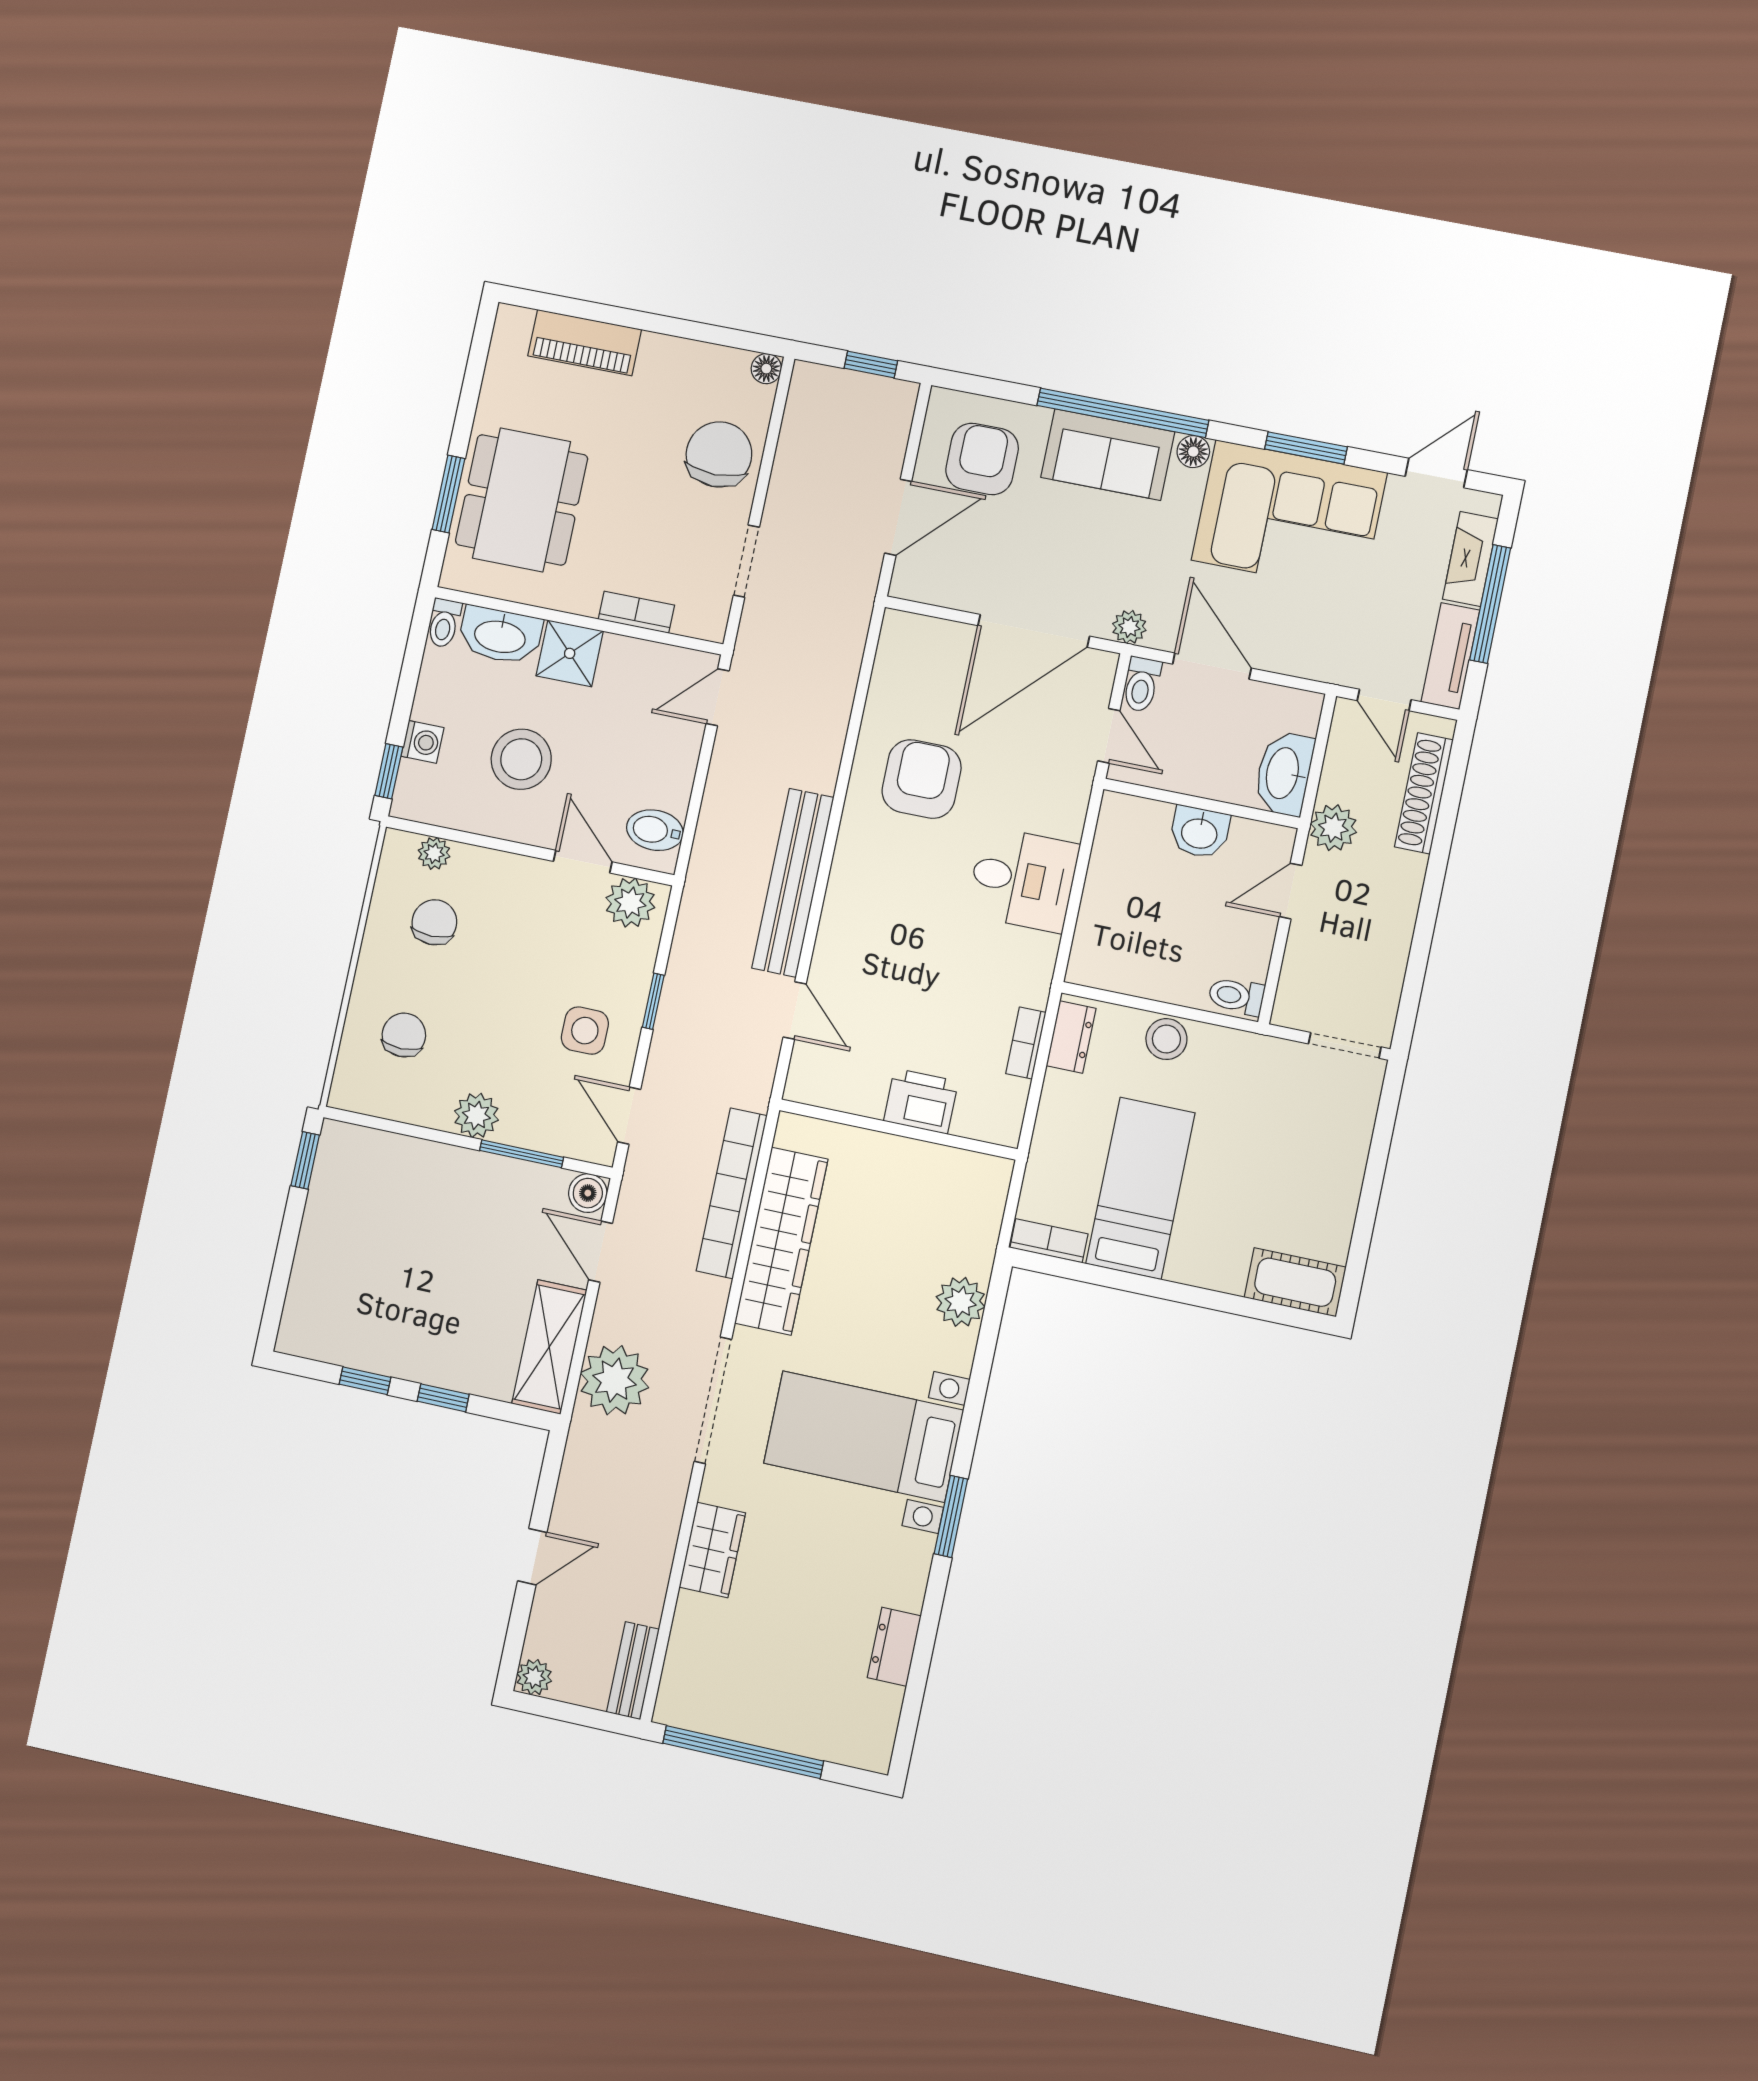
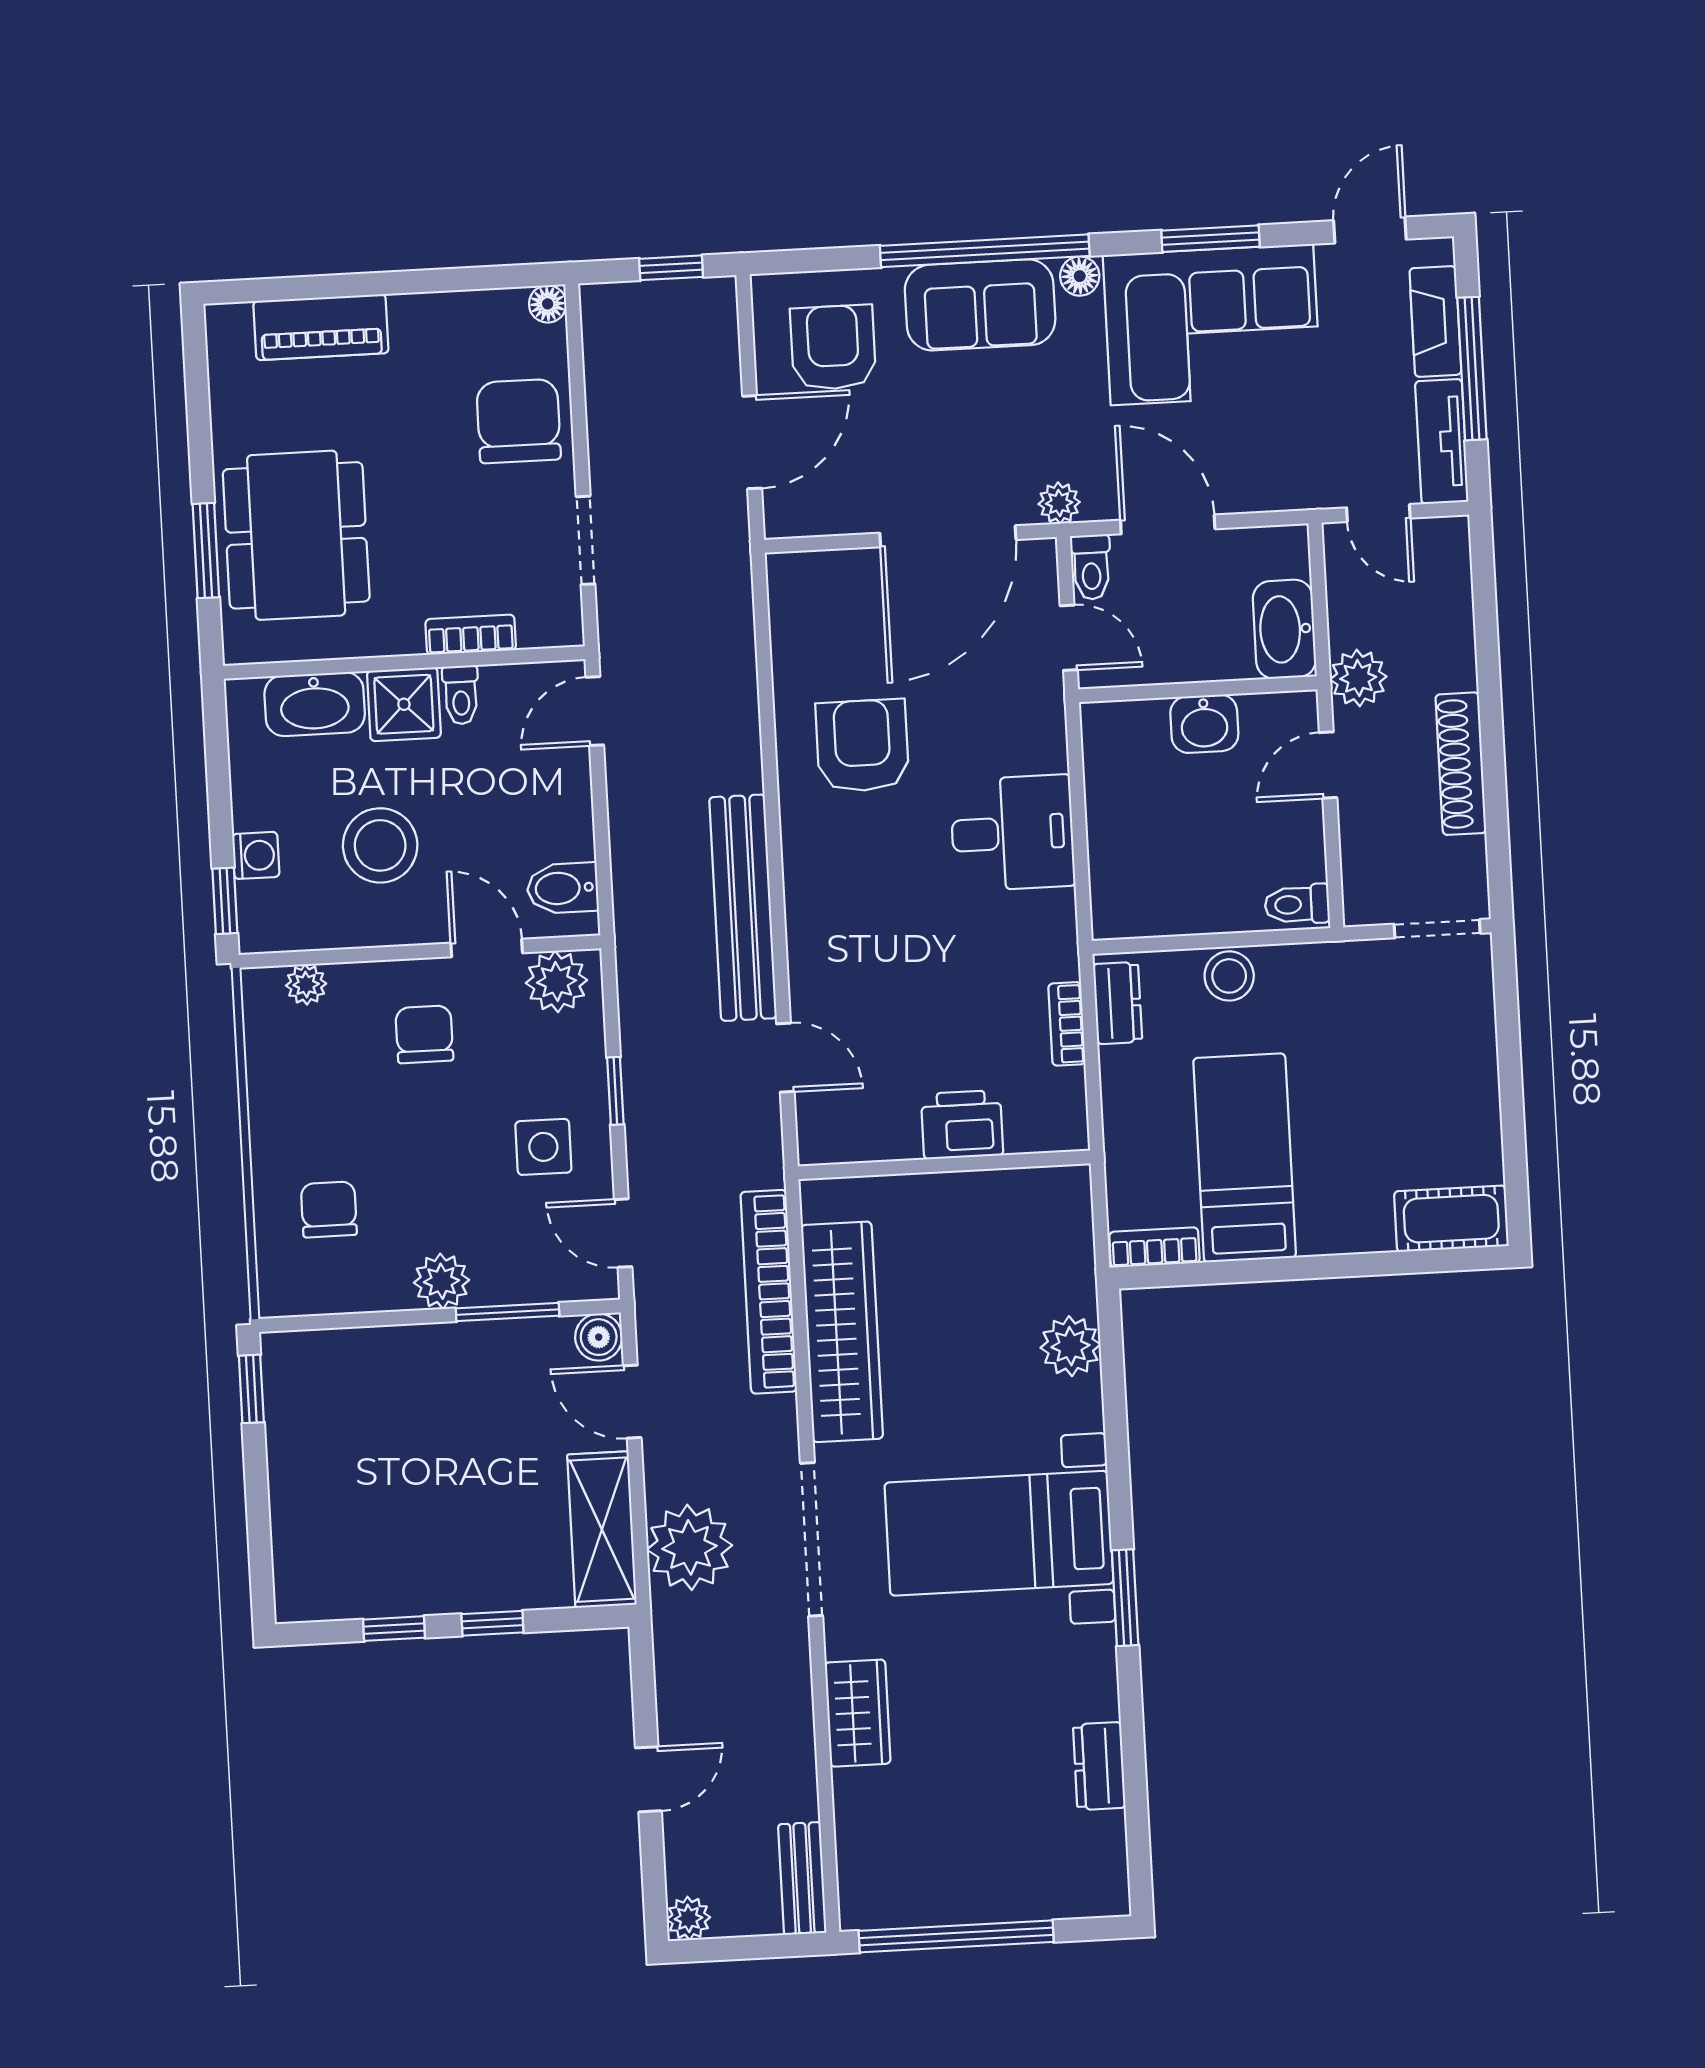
toilet: (444, 623) -> (461, 695), moved
shoe rack: (1424, 793) -> (1461, 764), moved
chair: (434, 922) -> (424, 1034), moved

